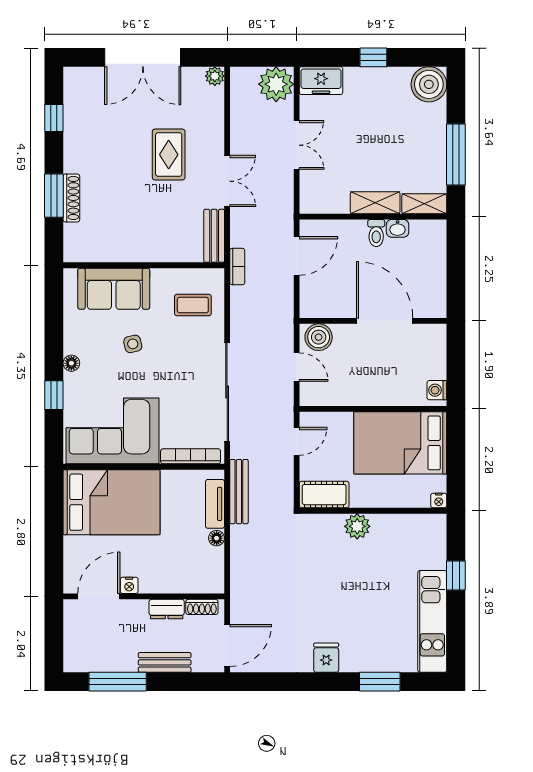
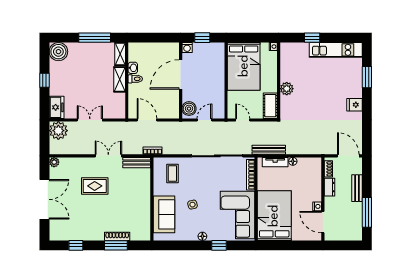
window: (456, 363) -> (202, 38), added
washing machine: (437, 390) -> (187, 47), moved

